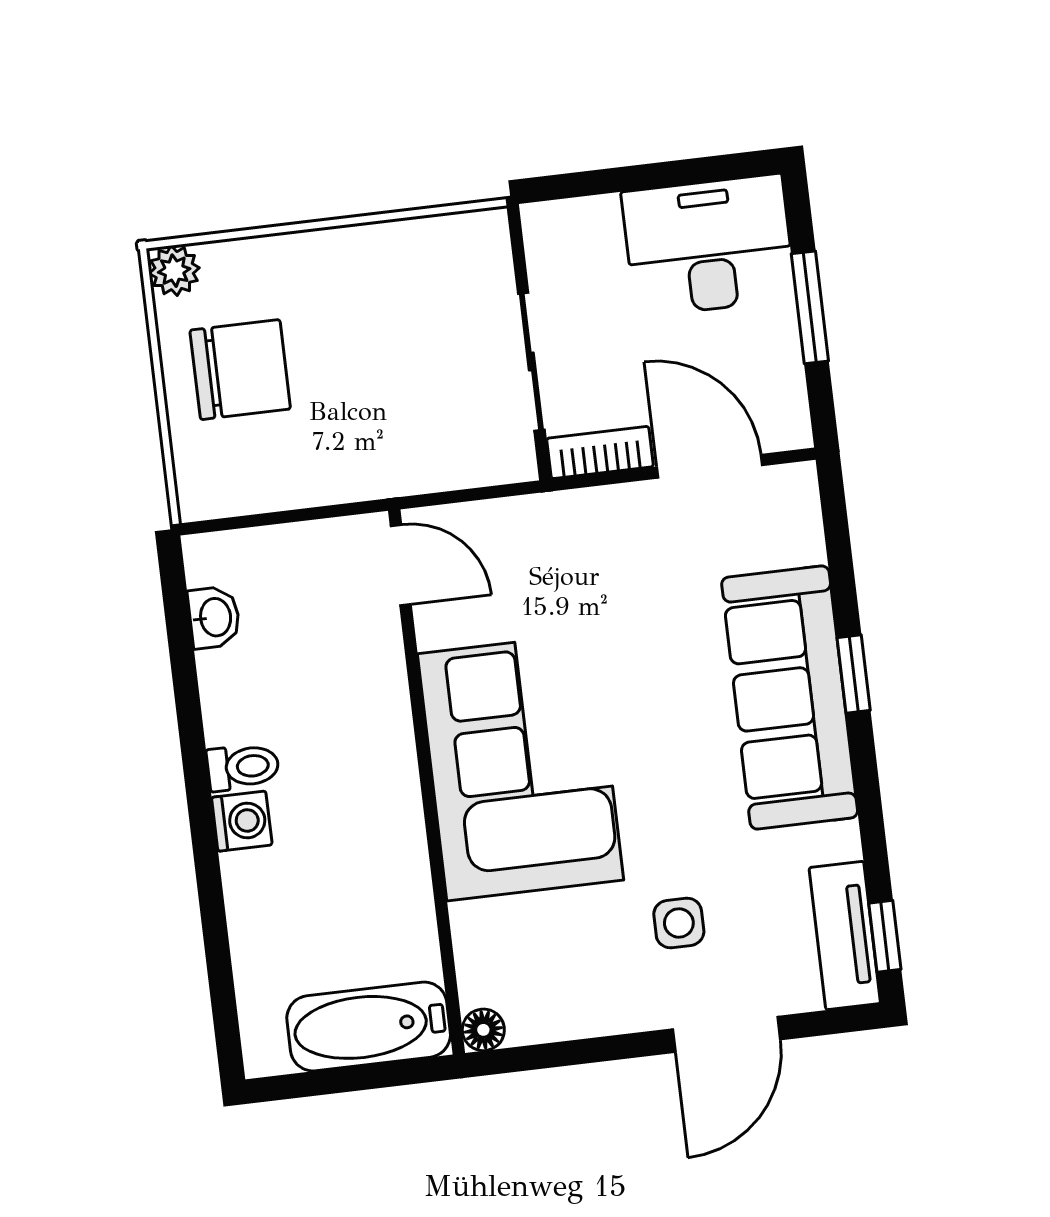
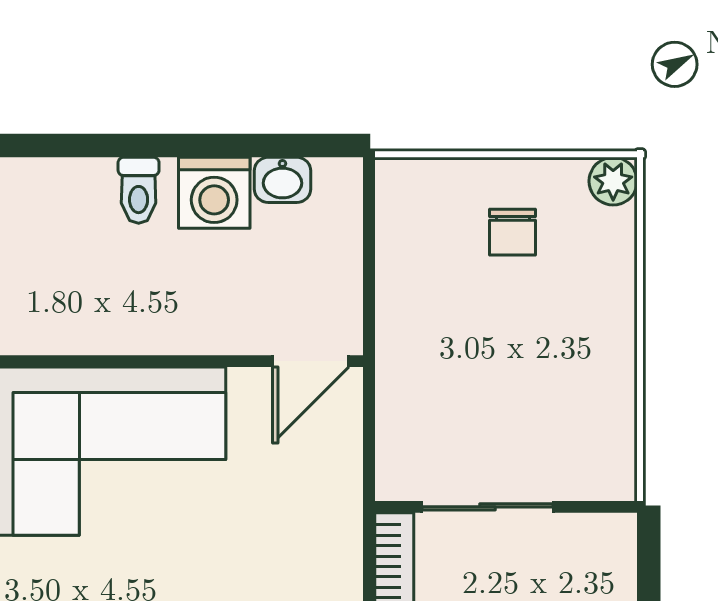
chair: (240, 370) -> (513, 232), width x0.54, depth x0.54
washing machine: (242, 821) -> (214, 193), moved, width x1.38, depth x1.38

